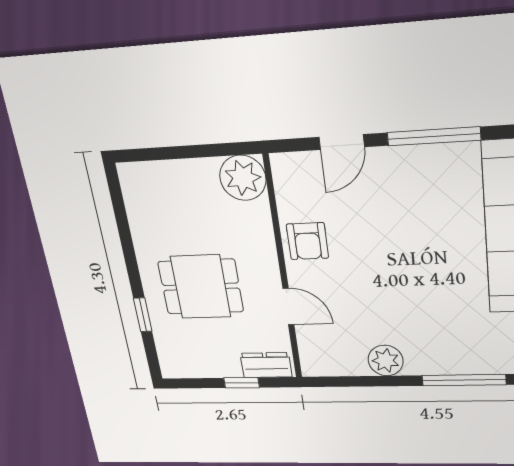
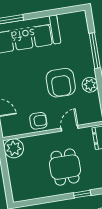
armchair: (395, 301) -> (61, 83), added

